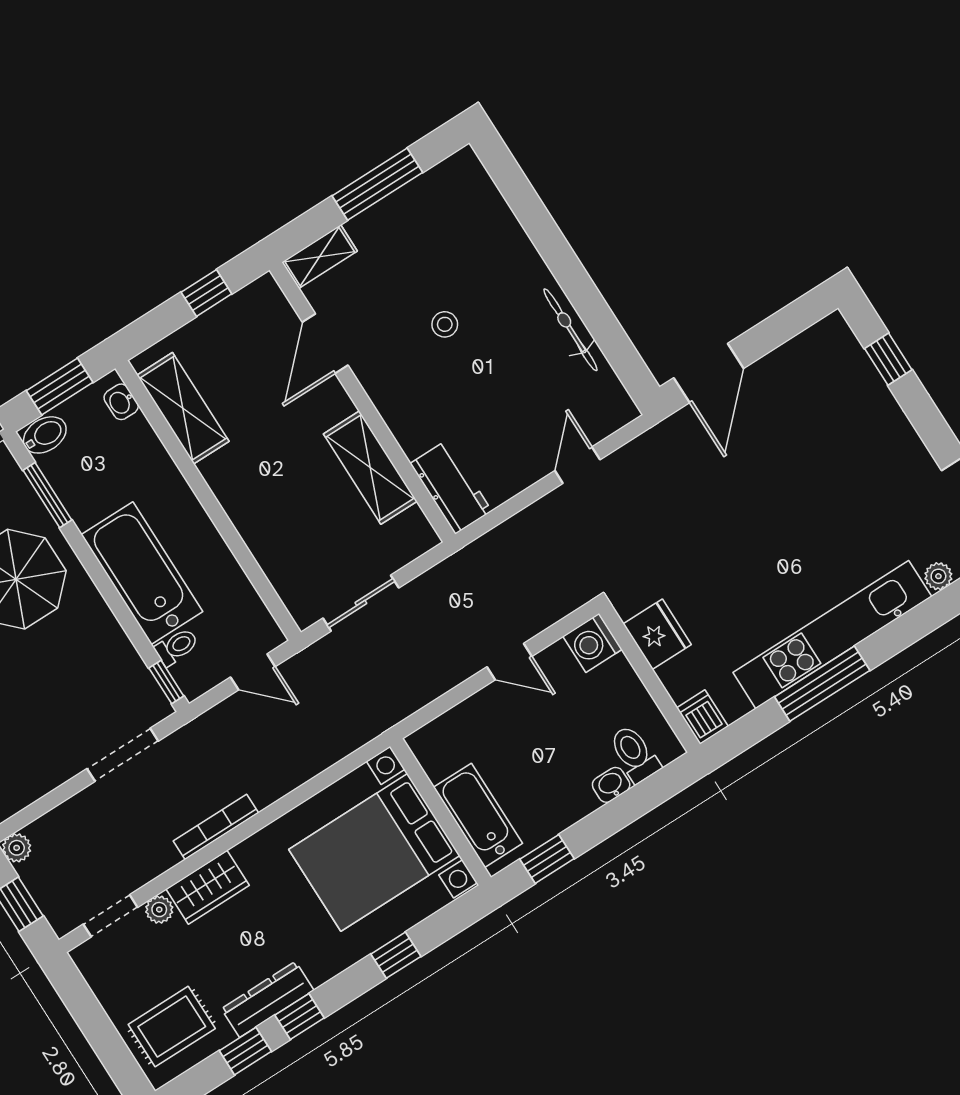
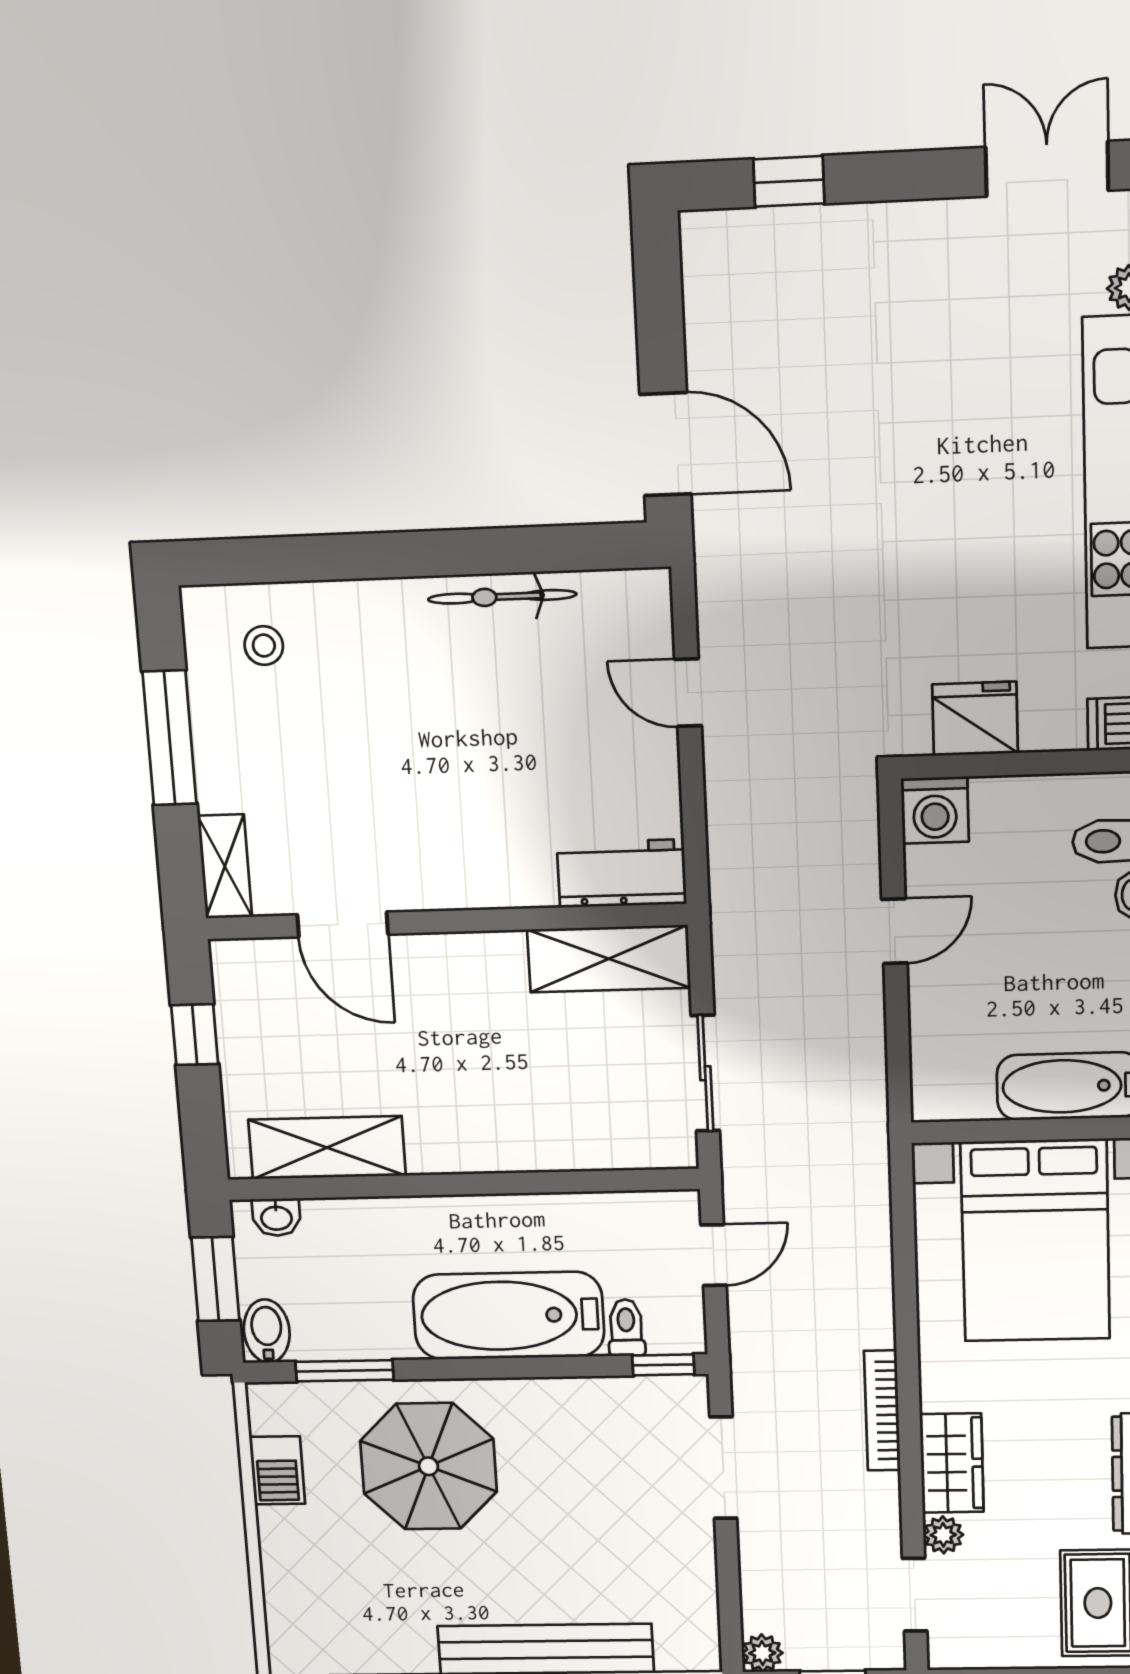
stool: (445, 324) -> (264, 646), moved
shelving: (370, 468) -> (609, 959), moved

